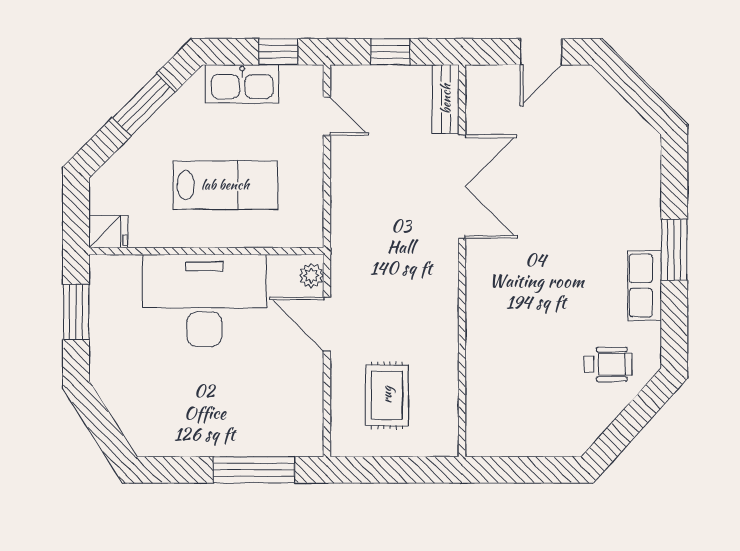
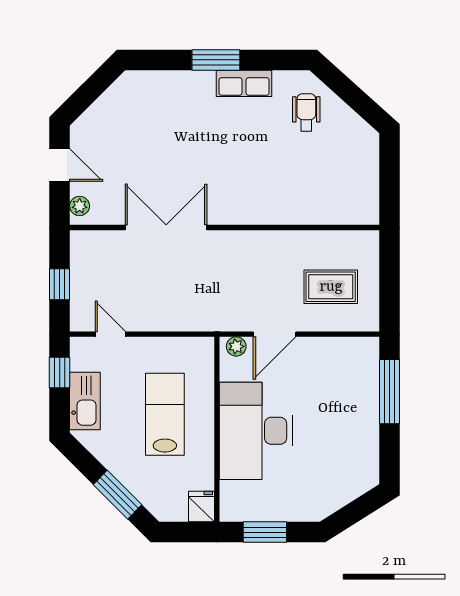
plant: (489, 77) -> (80, 206), added
bench: (446, 99) -> (97, 240), removed
window: (144, 105) -> (117, 495), moved
door: (327, 116) -> (110, 334), hinge flipped

